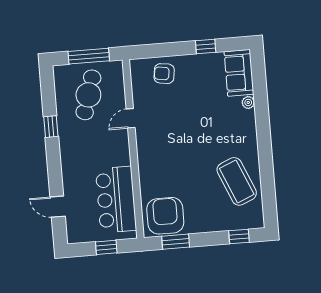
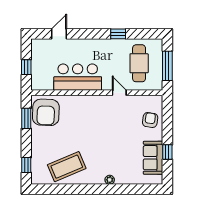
sofa: (239, 73) -> (153, 158), moved, turned -90
cafe table: (88, 95) -> (139, 63), turned 73
plant: (248, 102) -> (110, 180), moved
bar counter: (116, 200) -> (78, 77), moved
armchair: (165, 216) -> (46, 112), turned 92

